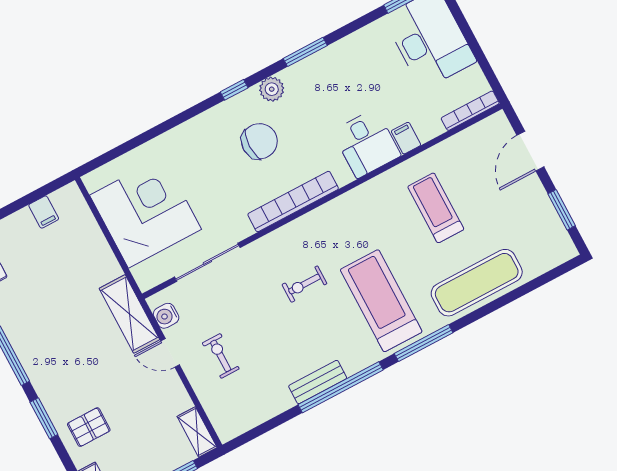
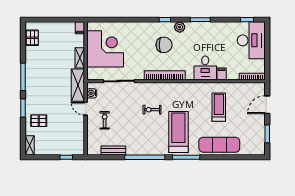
filing cabinet: (44, 212) -> (80, 28), moved
bench: (318, 382) -> (113, 150), moved
shelving: (197, 432) -> (80, 58), moved

